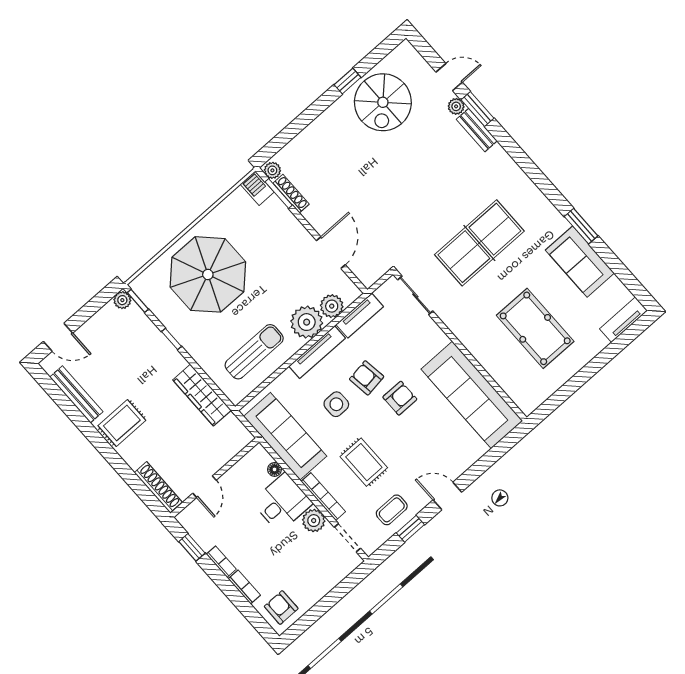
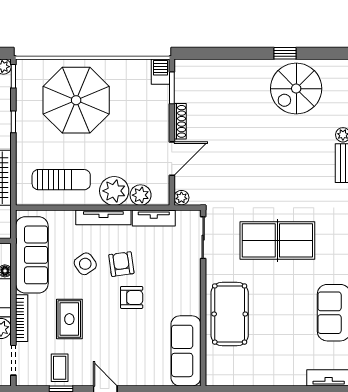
plant: (272, 170) -> (181, 198), moved
shoe rack: (291, 194) -> (180, 121), moved
pool table: (535, 328) -> (230, 314), moved
sofa: (472, 395) -> (186, 351), width x0.74, depth x0.79
side table: (336, 404) -> (85, 264), turned -35
coffee table: (392, 510) -> (60, 368), turned 90

